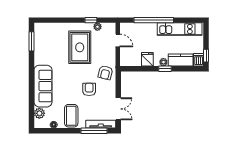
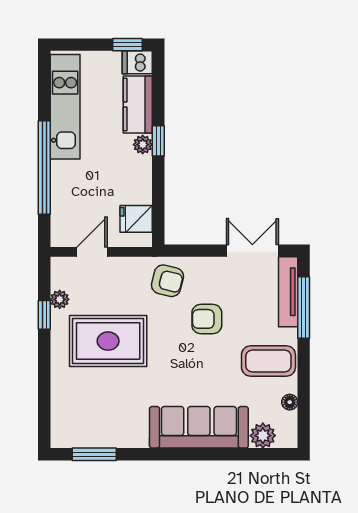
fridge: (147, 59) -> (136, 219), moved

